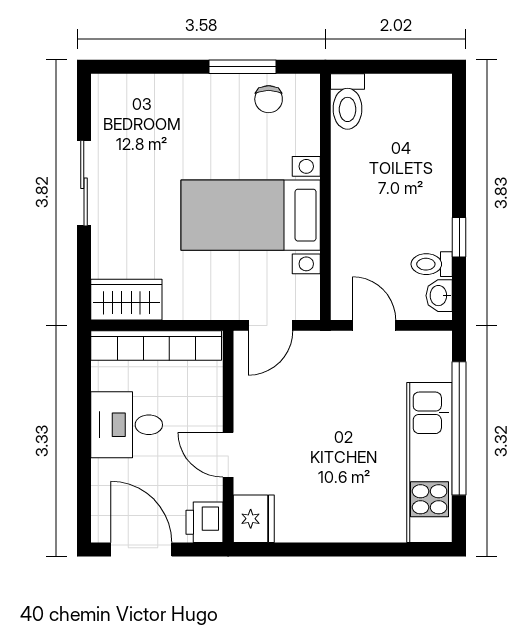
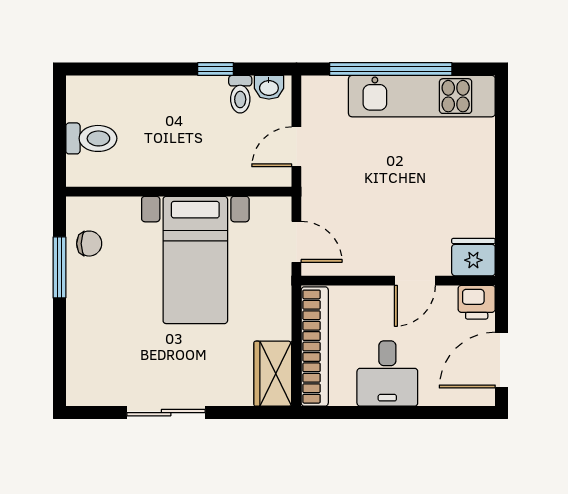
toilet: (348, 102) -> (91, 138), moved

